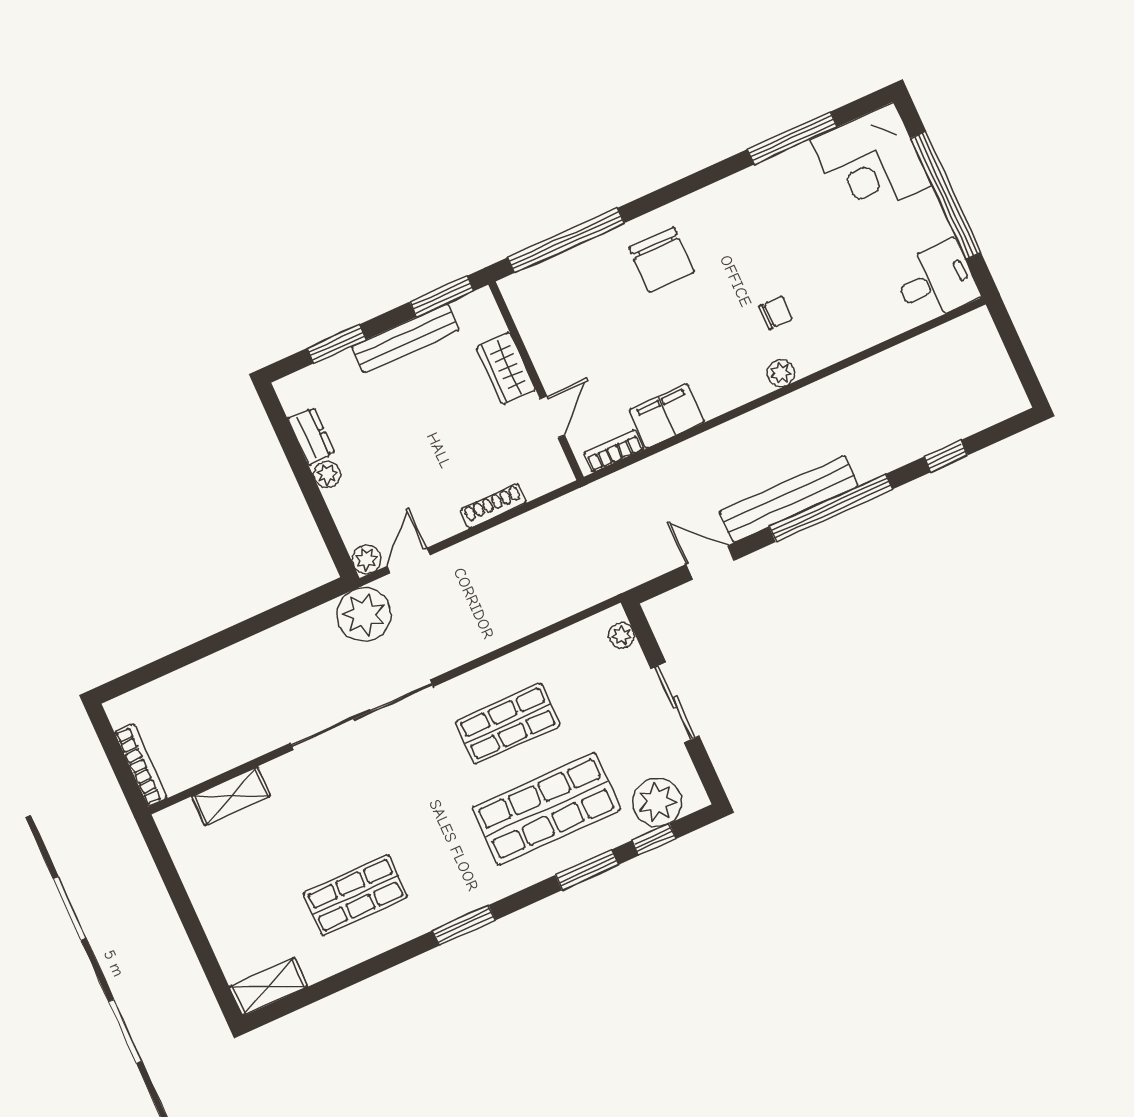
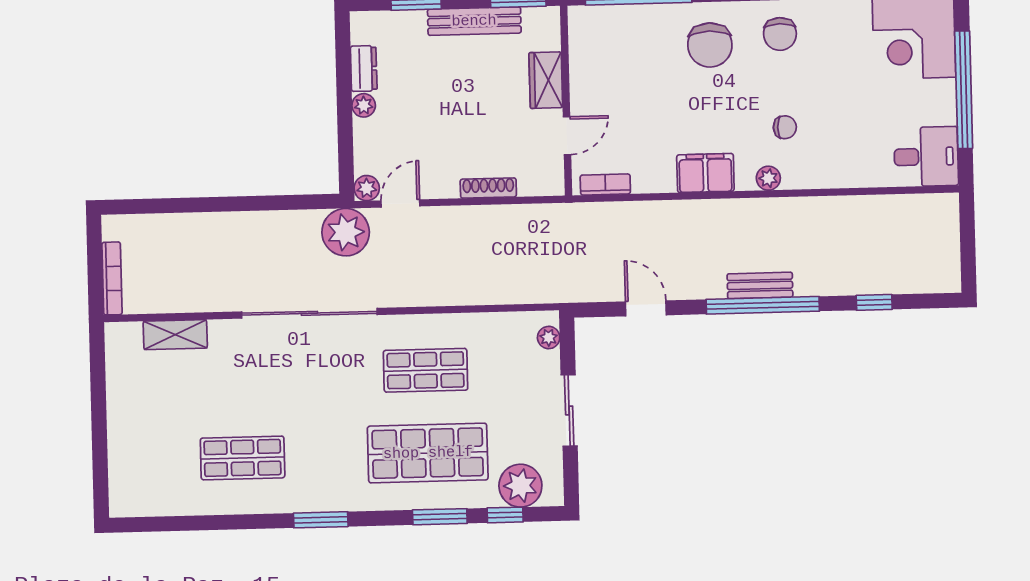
chair: (730, 218) -> (780, 34), added
filing cabinet: (667, 416) -> (705, 173), moved
bench: (789, 499) -> (760, 285), width x0.54, depth x0.82
shelving: (268, 987) -> (140, 503), removed

